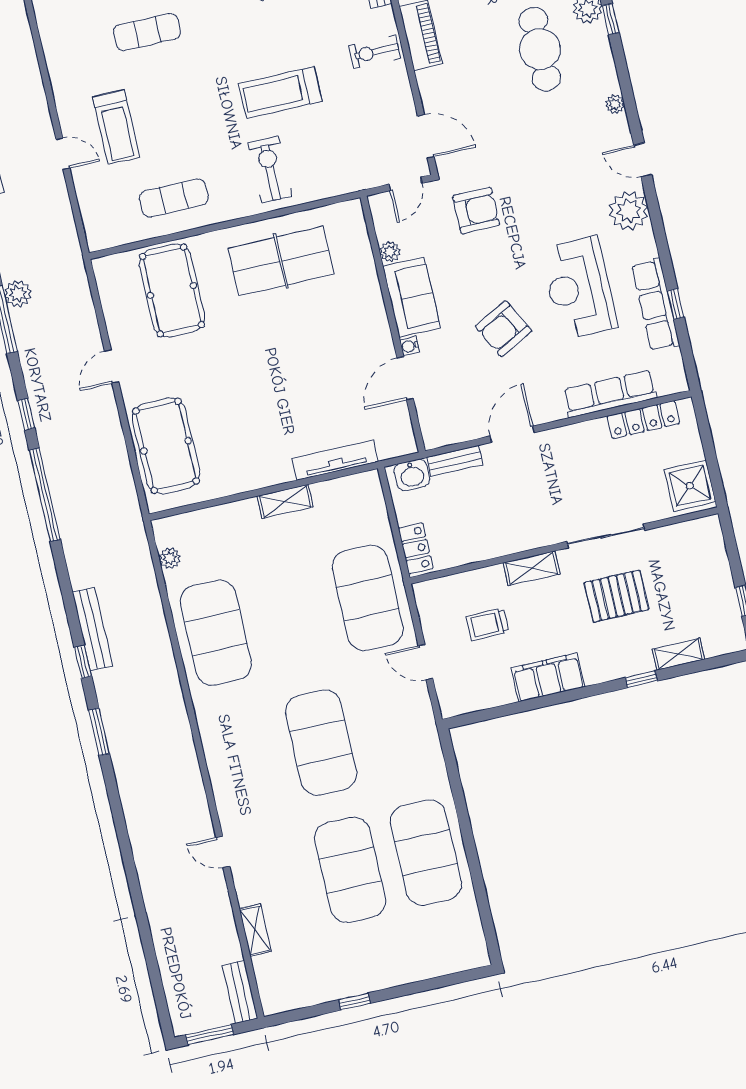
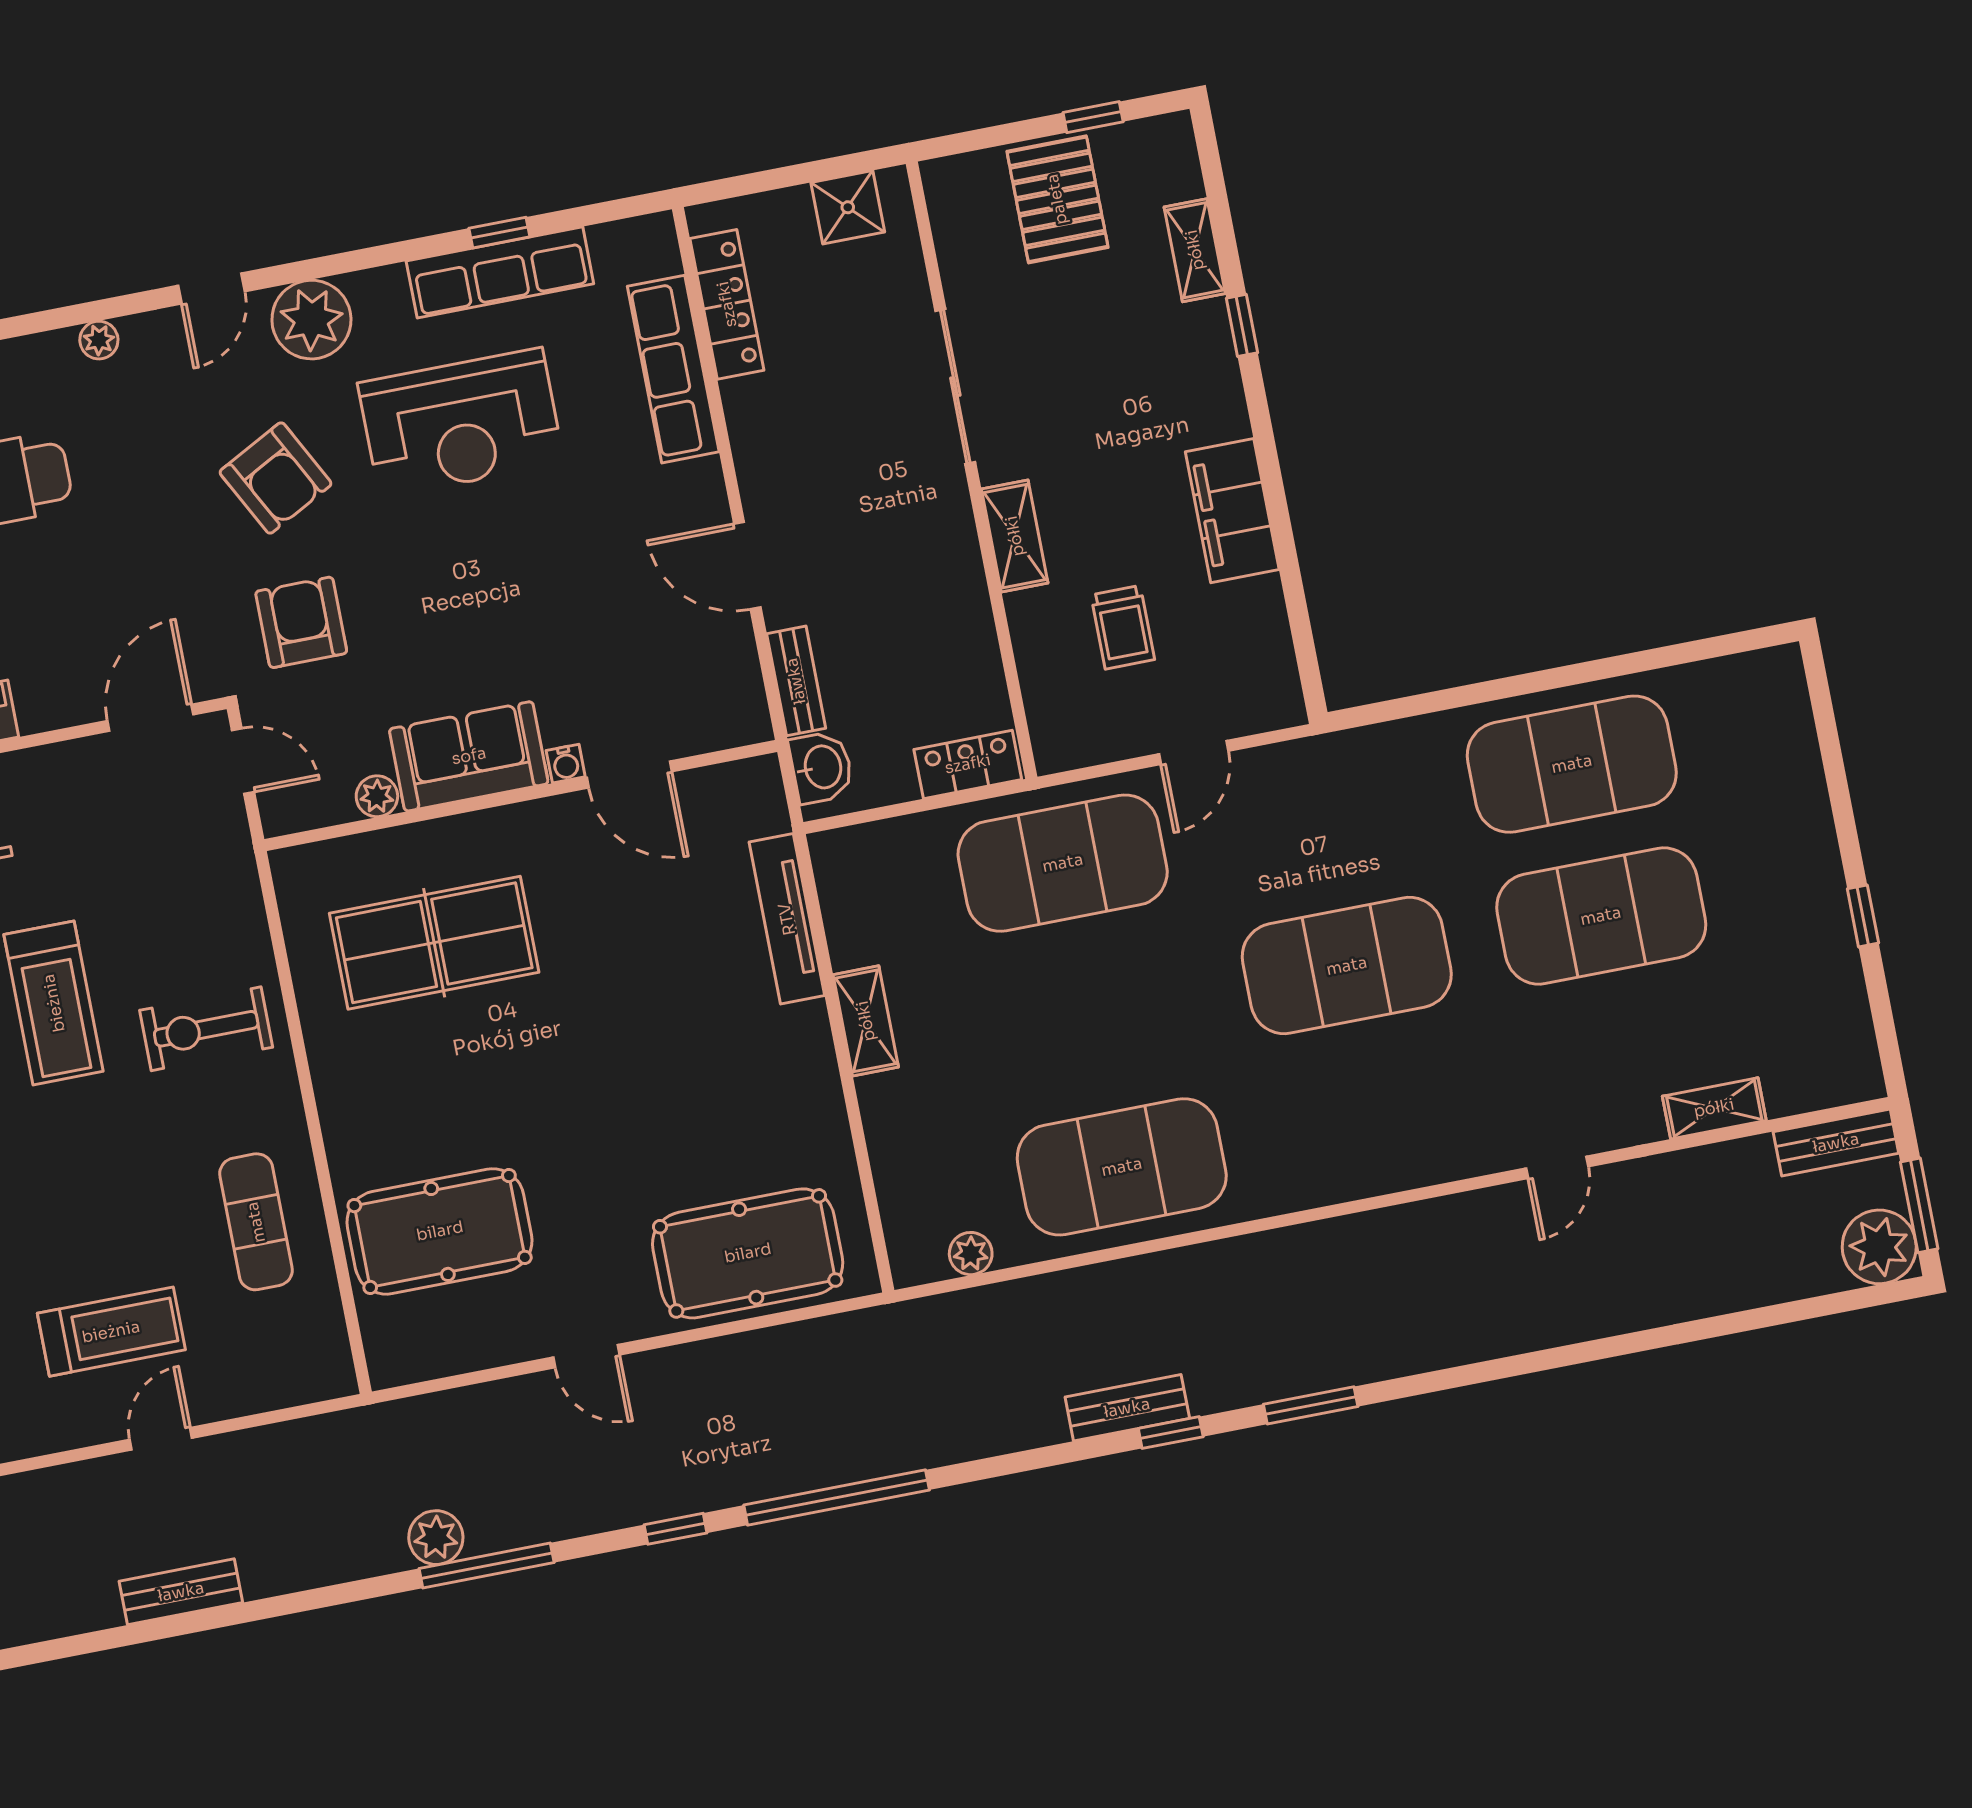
table tennis table: (281, 261) -> (434, 943), moved, turned 90
armchair: (504, 329) -> (276, 478), moved
shower: (690, 486) -> (848, 207), width x0.73, depth x0.73
pallet: (616, 596) -> (1057, 199), moved
bench: (92, 629) -> (1127, 1408), width x0.73
plant: (188, 1015) -> (1879, 1247), added

